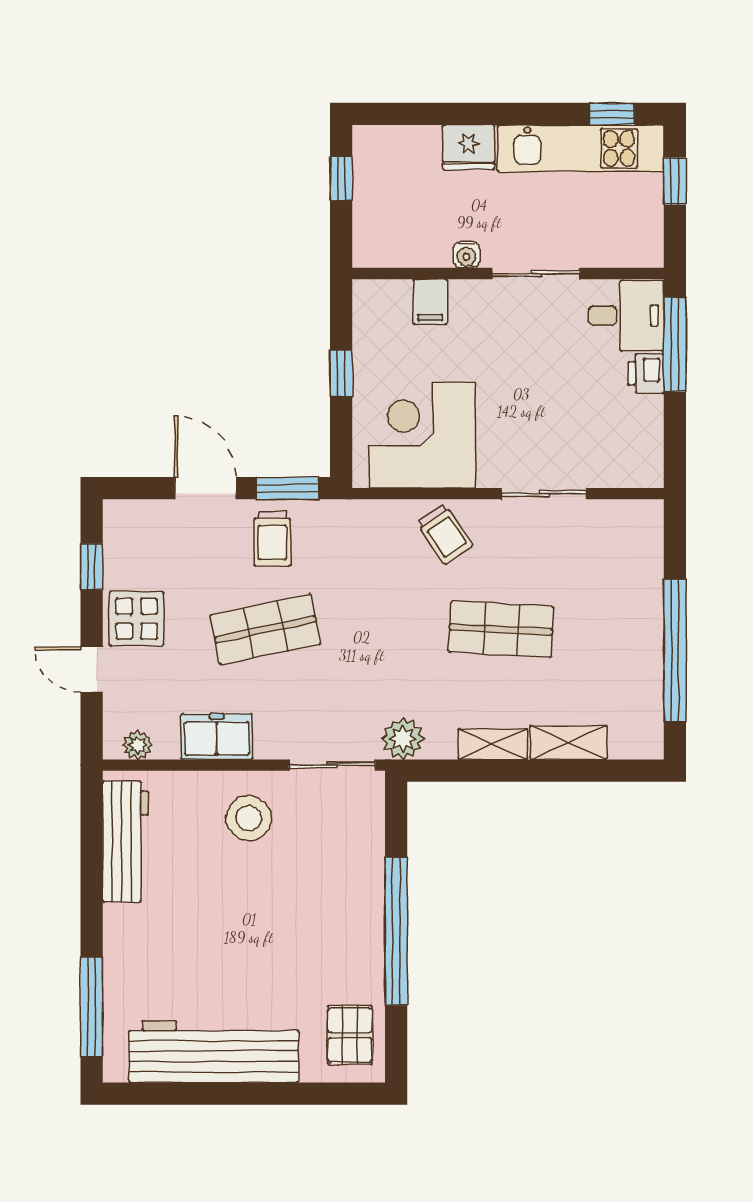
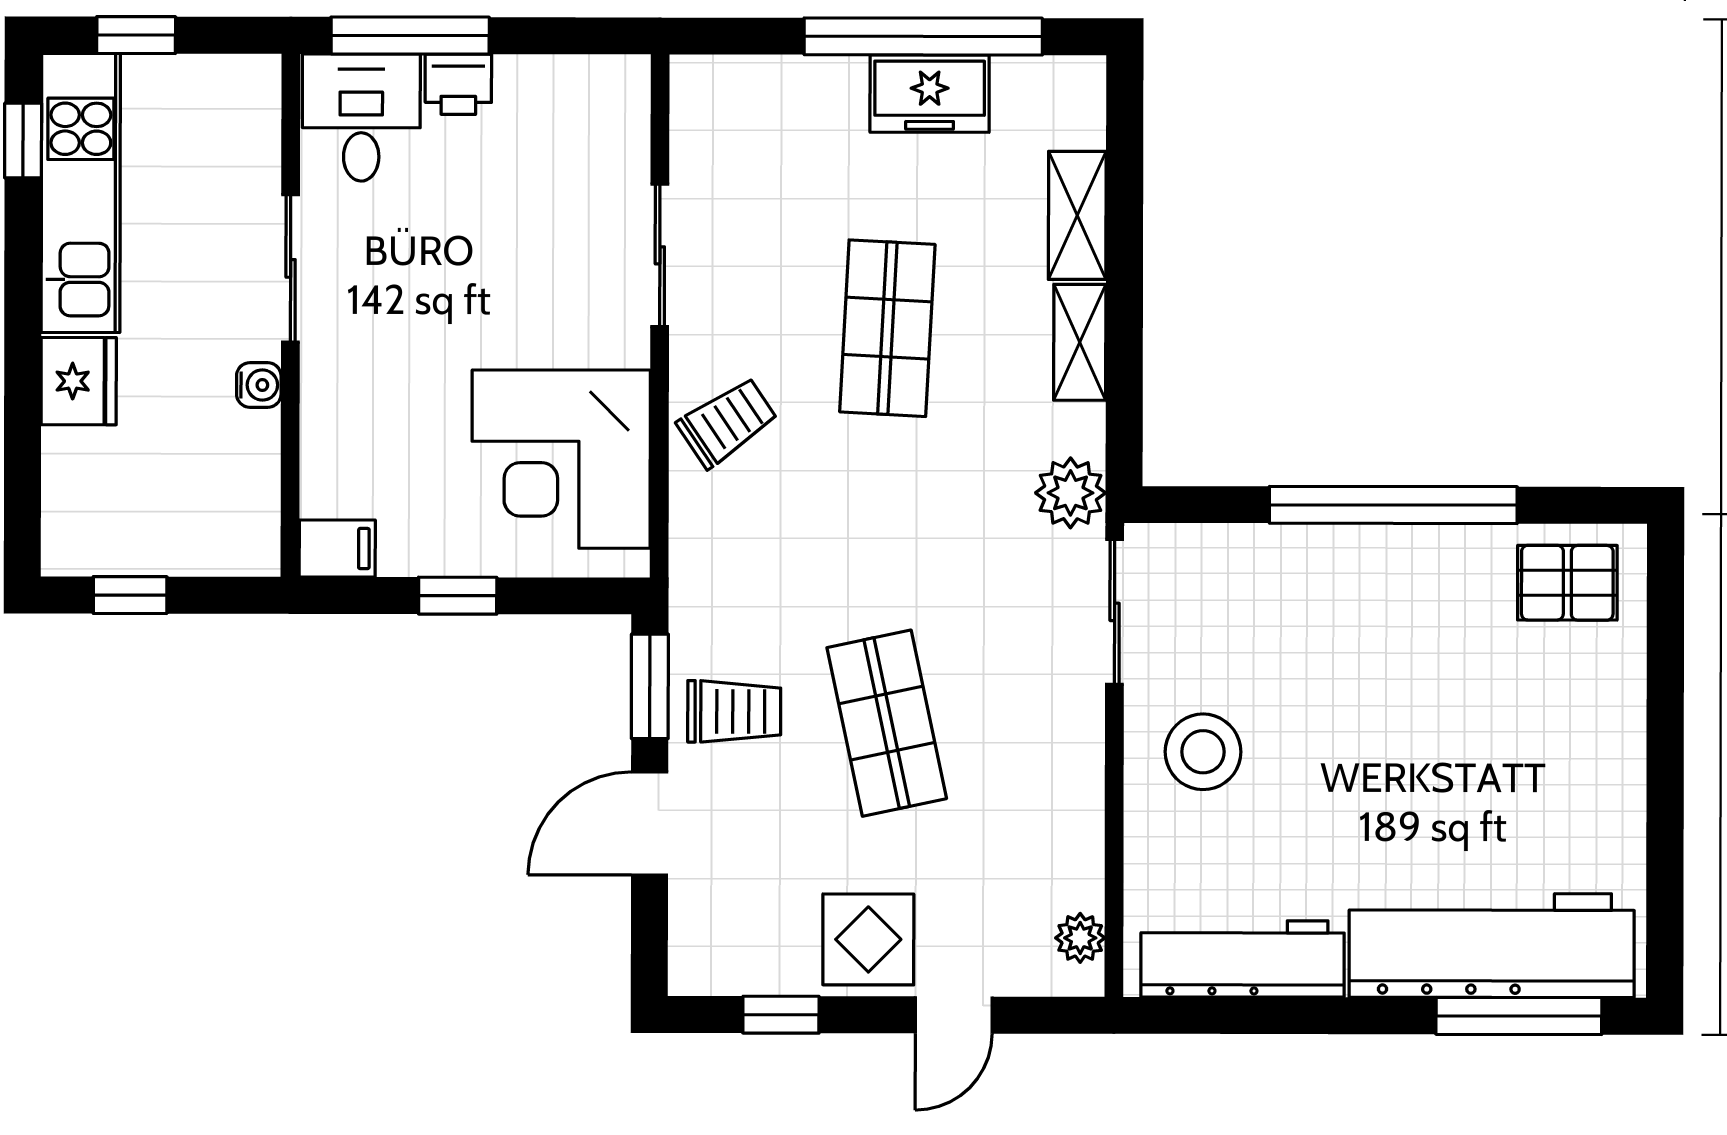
filing cabinet: (430, 302) -> (337, 548), moved
freezer: (217, 737) -> (930, 94), moved, turned -90
workbench: (214, 1052) -> (1492, 946), moved, turned 90

